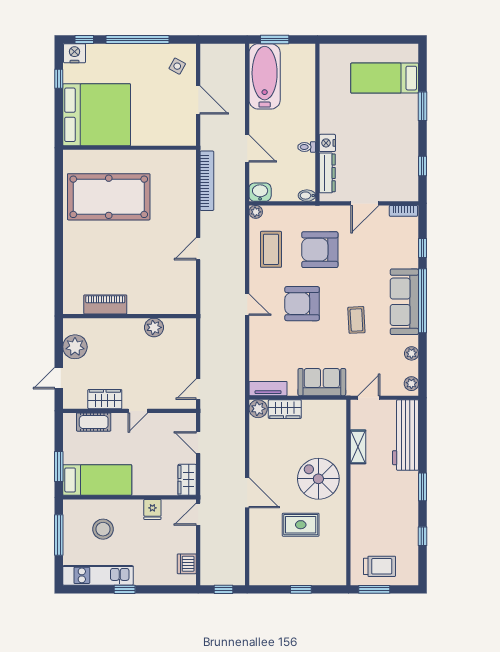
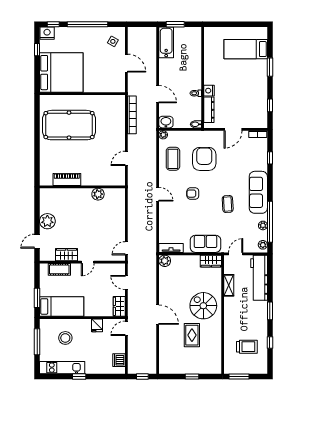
bathtub: (265, 76) -> (166, 42), width x0.73, depth x0.73
armchair: (320, 250) -> (204, 159), turned 90
window: (422, 301) -> (270, 222), moved
piano: (105, 304) -> (67, 179), moved
armchair: (302, 304) -> (193, 194), width x0.53, depth x0.53
wall: (130, 316) -> (82, 187), moved
plant: (154, 327) -> (98, 194), moved
wardrobe: (285, 409) -> (211, 261), moved
rug: (301, 525) -> (192, 335), turned 90
trolley: (379, 566) -> (247, 347), moved

